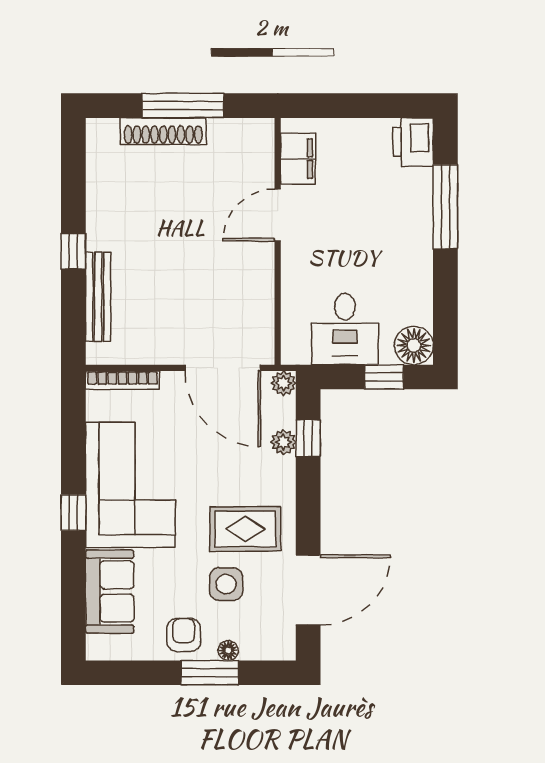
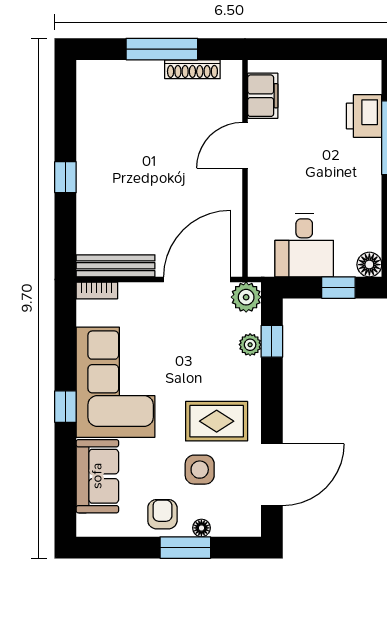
shoe rack: (163, 131) -> (192, 69), moved, width x0.74, depth x0.81
printer: (413, 142) -> (364, 116), moved
bench: (98, 297) -> (116, 266), moved, turned 90
floor lamp: (414, 345) -> (369, 265), width x0.73, depth x0.73
door: (223, 368) -> (197, 280), swing flipped
bookcase: (122, 380) -> (97, 291), width x0.64
plant: (284, 383) -> (246, 297), width x1.38, depth x1.38

